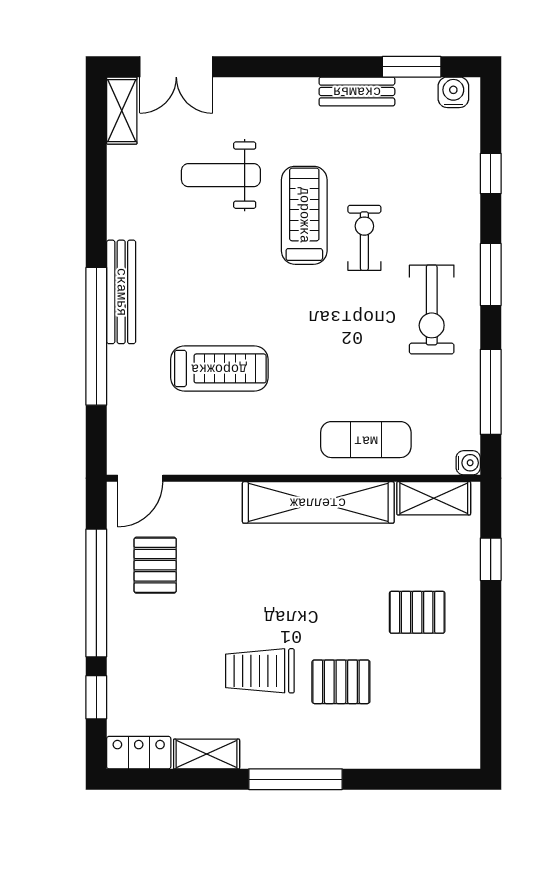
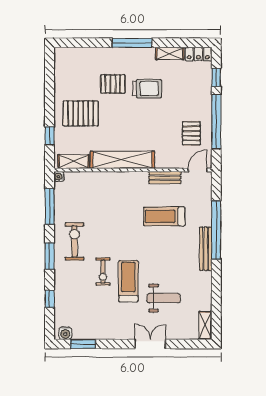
double door: (176, 67) -> (150, 344), moved
bench: (357, 91) -> (165, 178), moved
treadmill: (304, 215) -> (128, 281), turned 180
exercise mat: (366, 440) -> (102, 186), removed
pallet: (417, 612) -> (81, 113), width x1.50, depth x1.42

